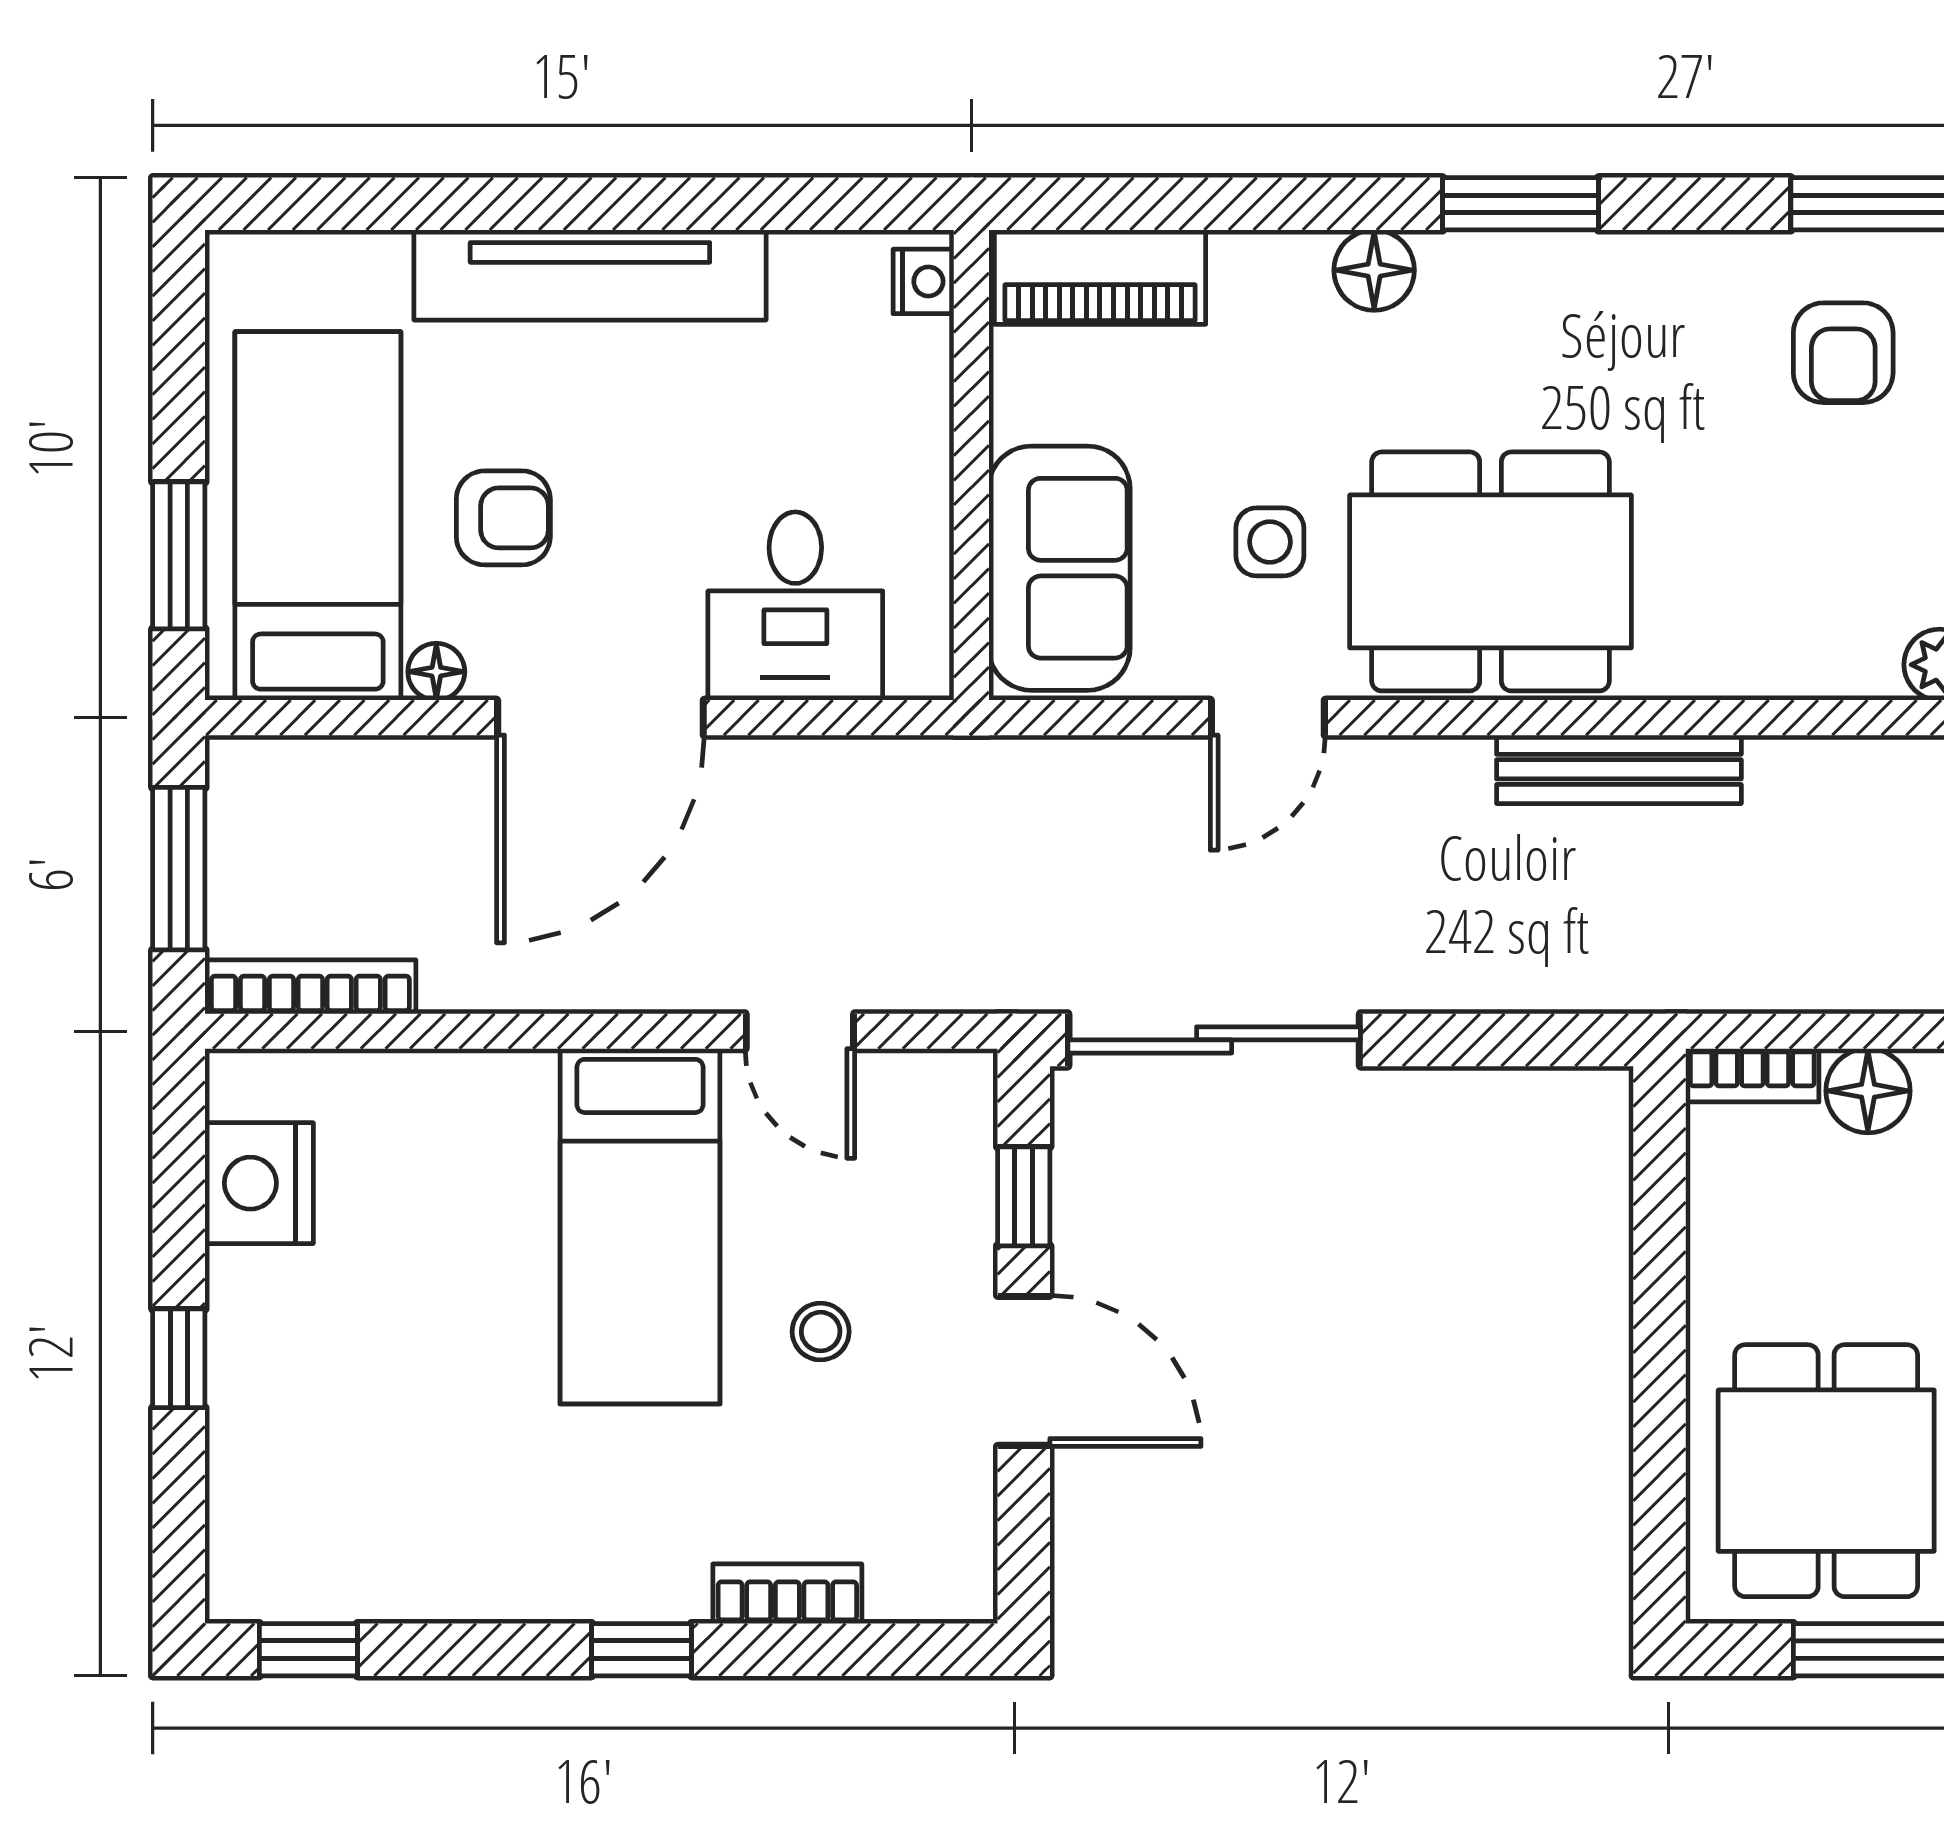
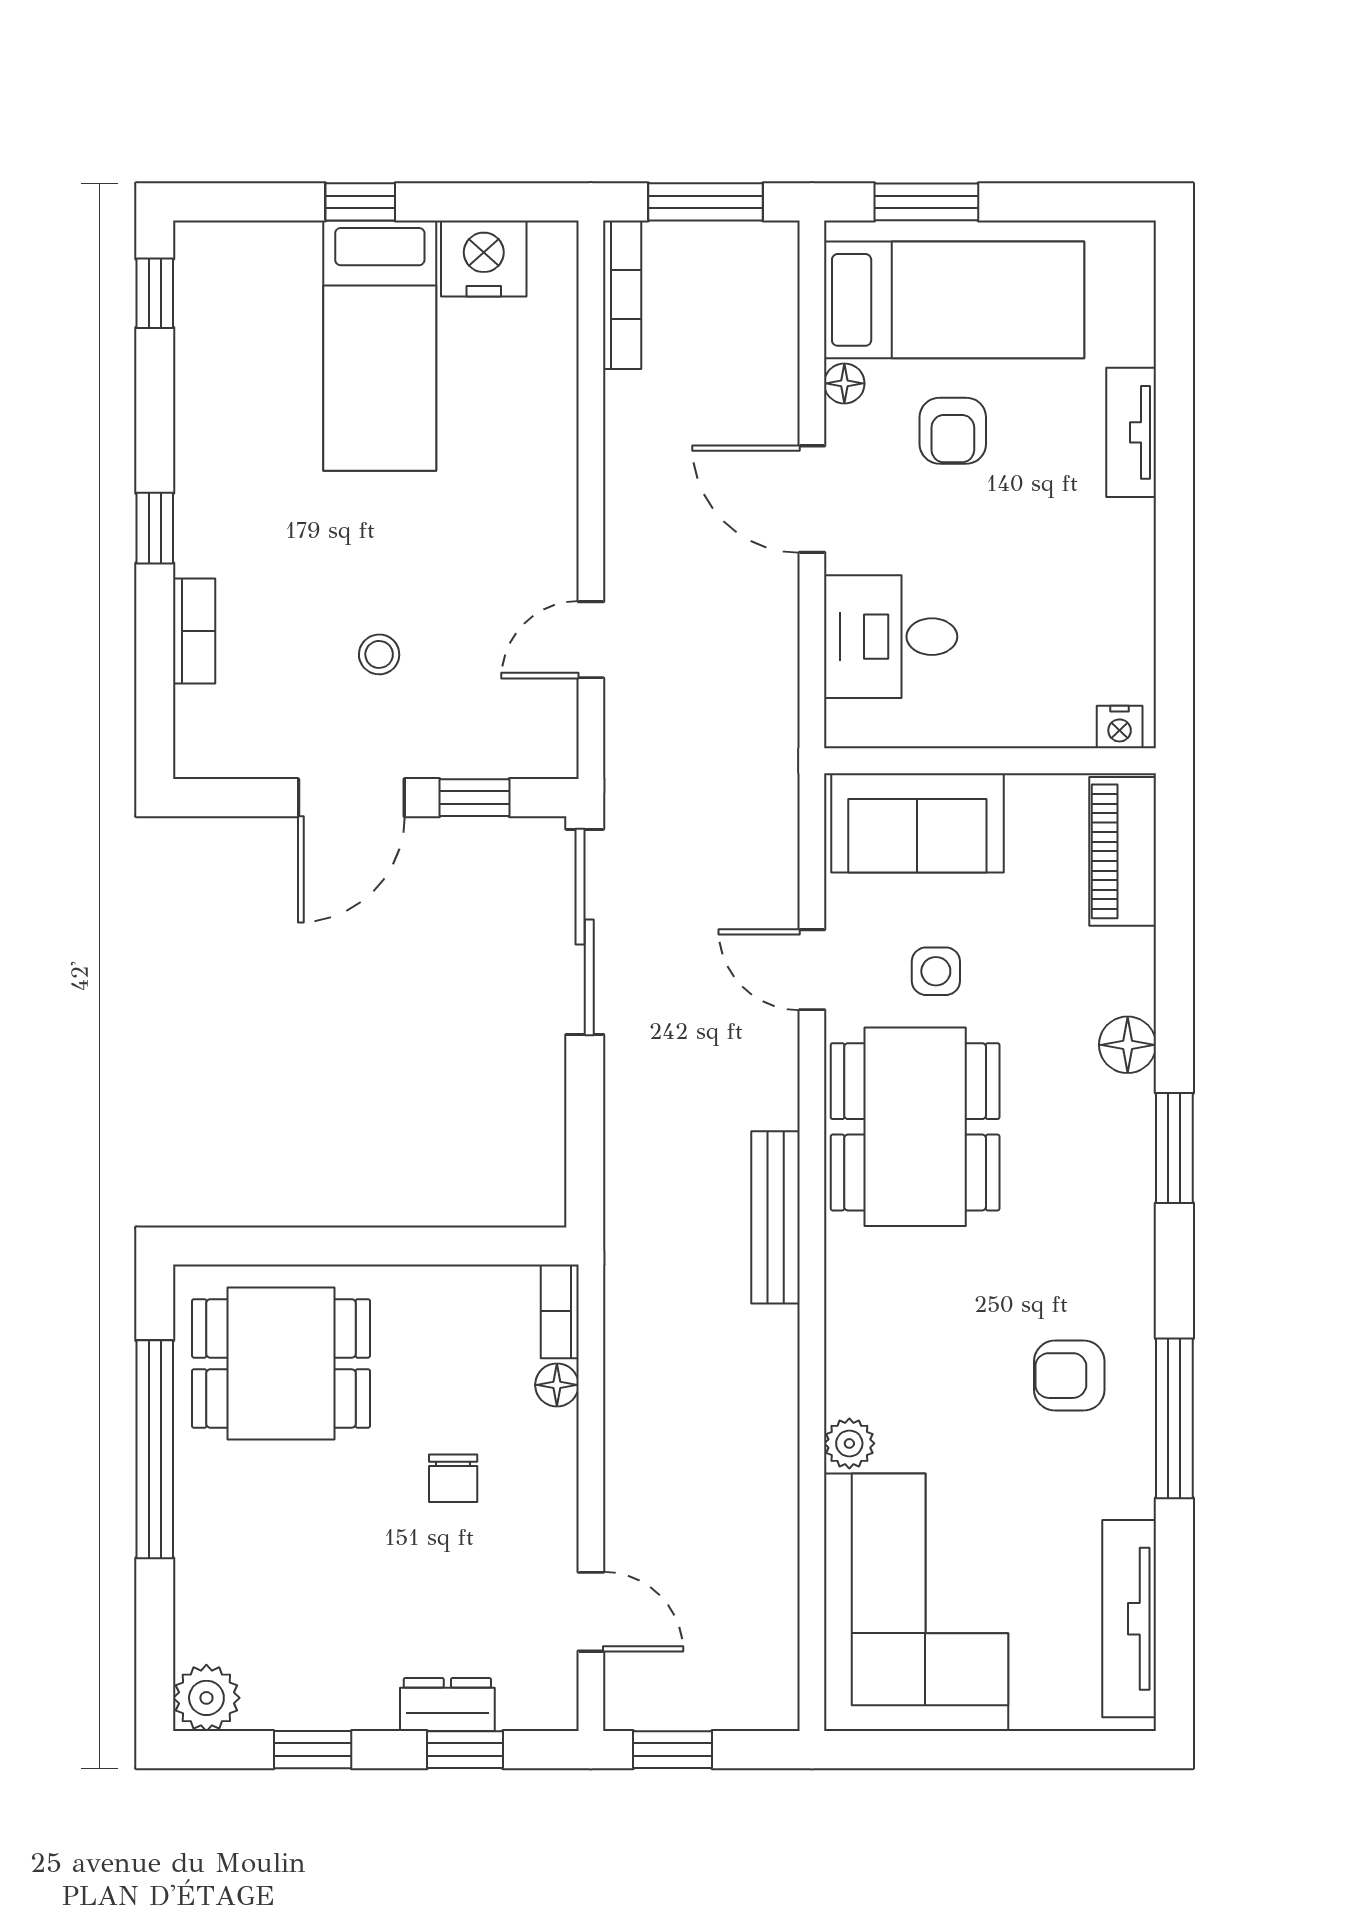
tv unit: (590, 275) -> (1131, 432), width x0.52, depth x0.78
door: (600, 718) -> (812, 499), width x0.73
floor lamp: (1868, 1091) -> (557, 1385), width x0.73, depth x0.73
bed: (640, 1226) -> (380, 346), moved, turned -90

